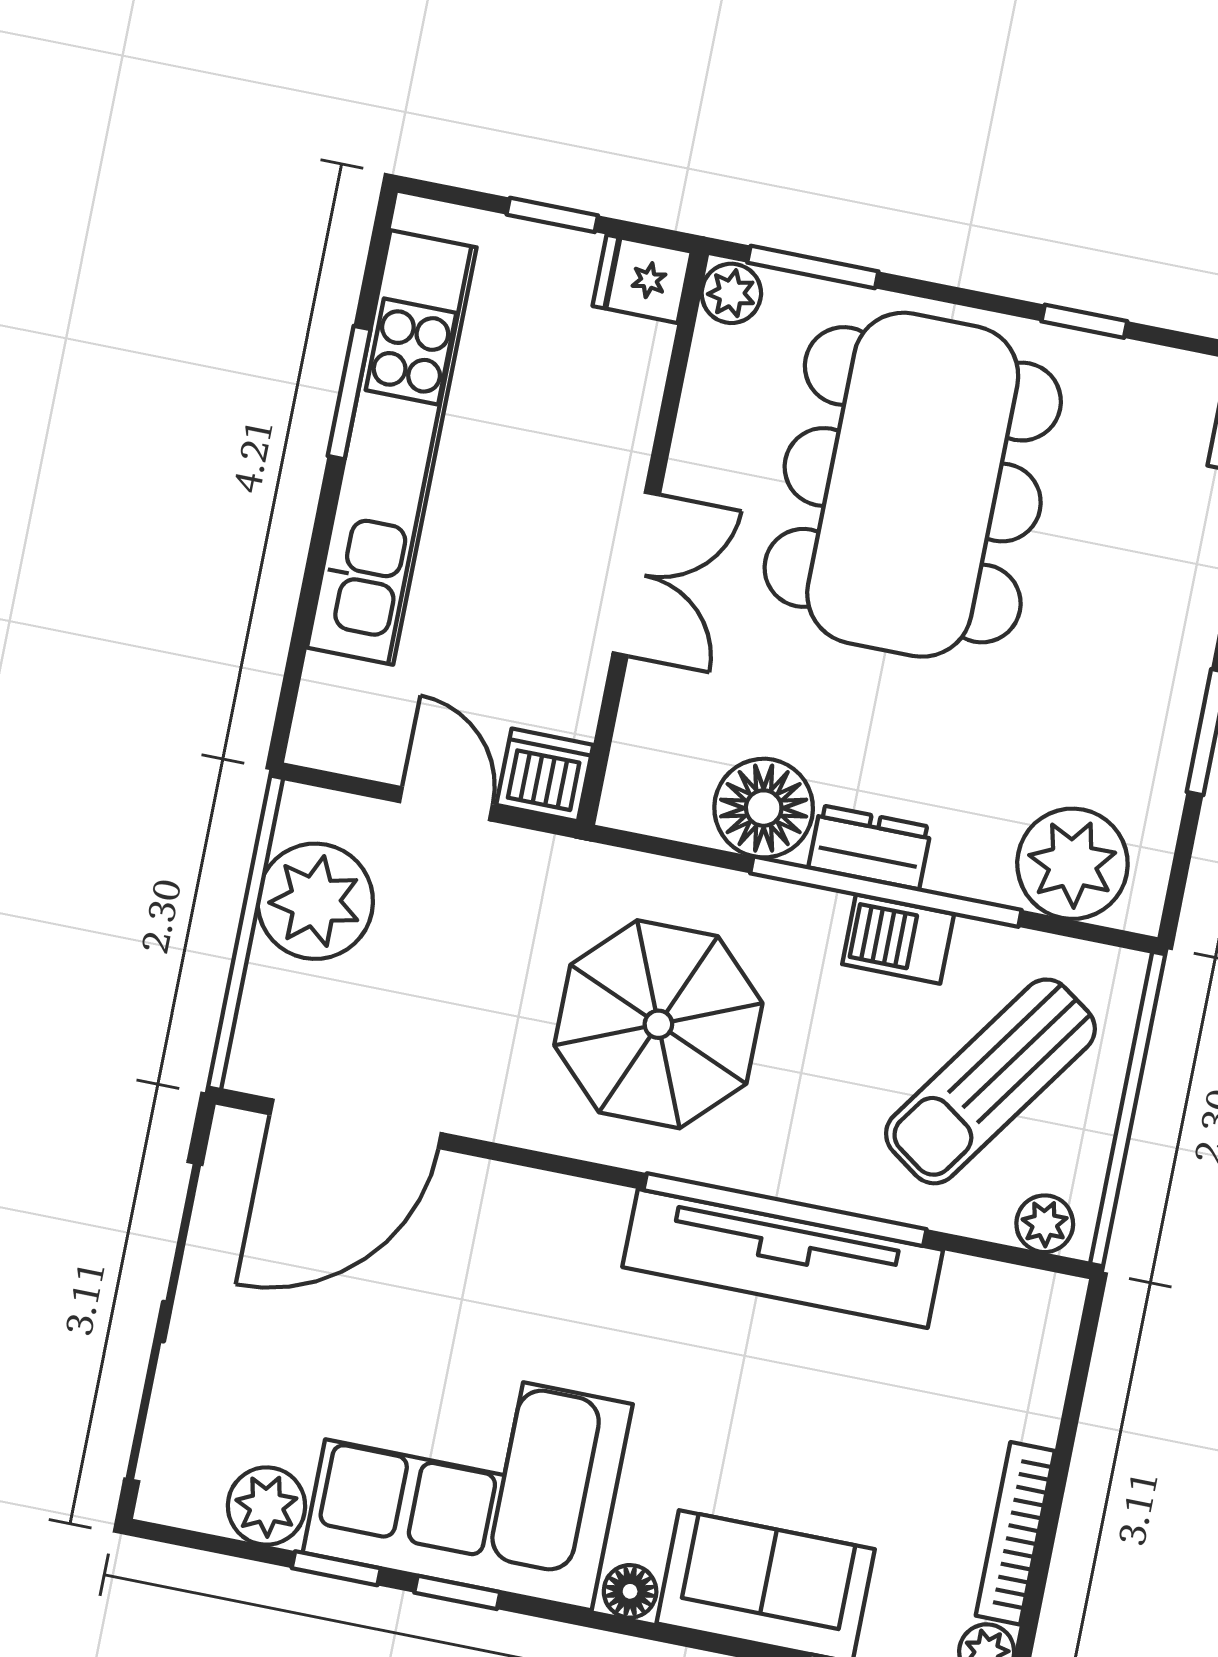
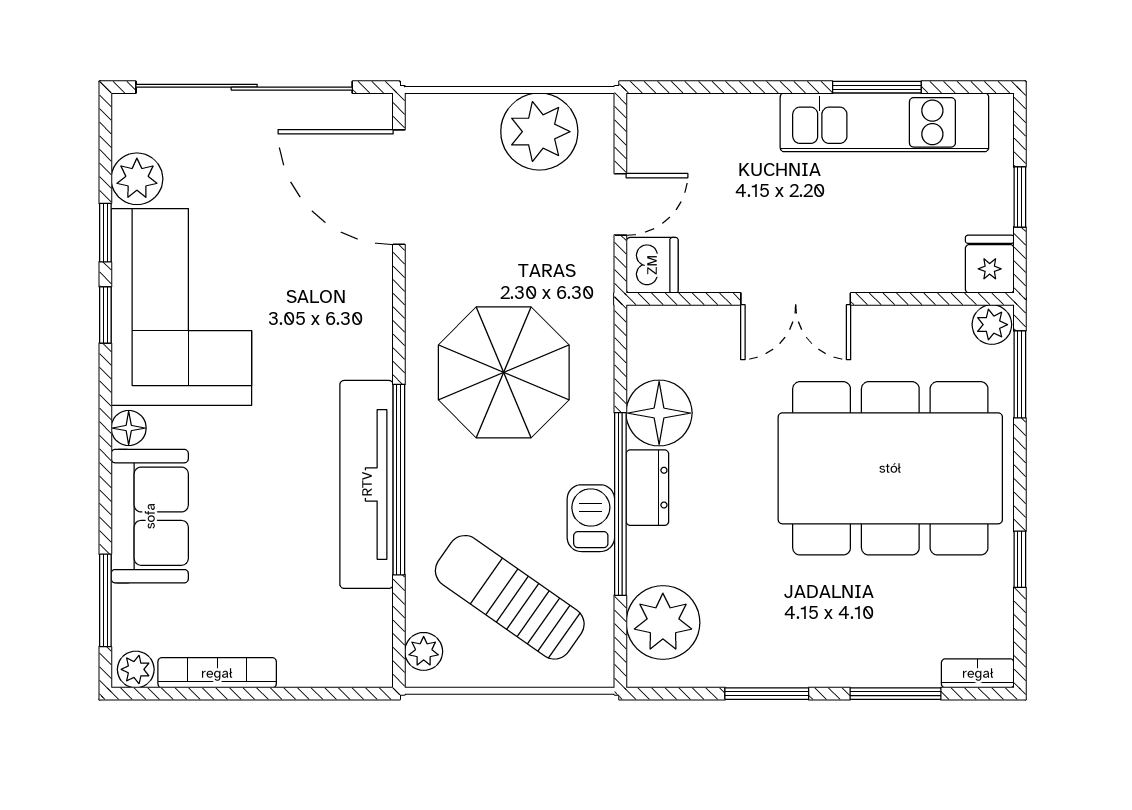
kitchen unit: (392, 447) -> (884, 122), width x0.73

